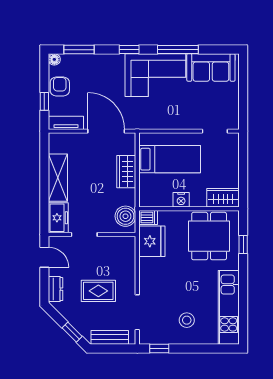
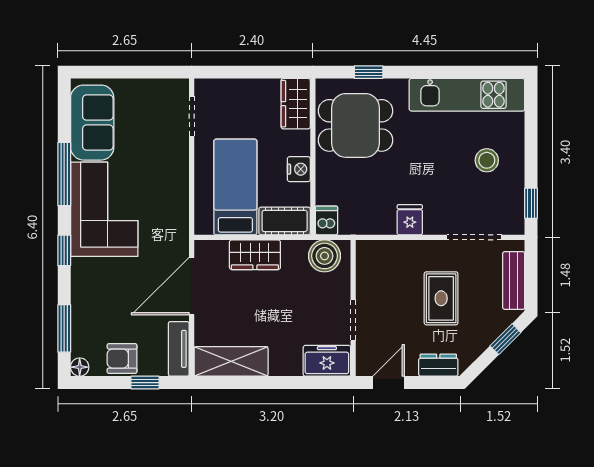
shelving: (58, 178) -> (231, 361), moved
cot: (148, 191) -> (285, 221), added
fridge: (152, 241) -> (410, 220), moved, width x0.53, depth x0.75

